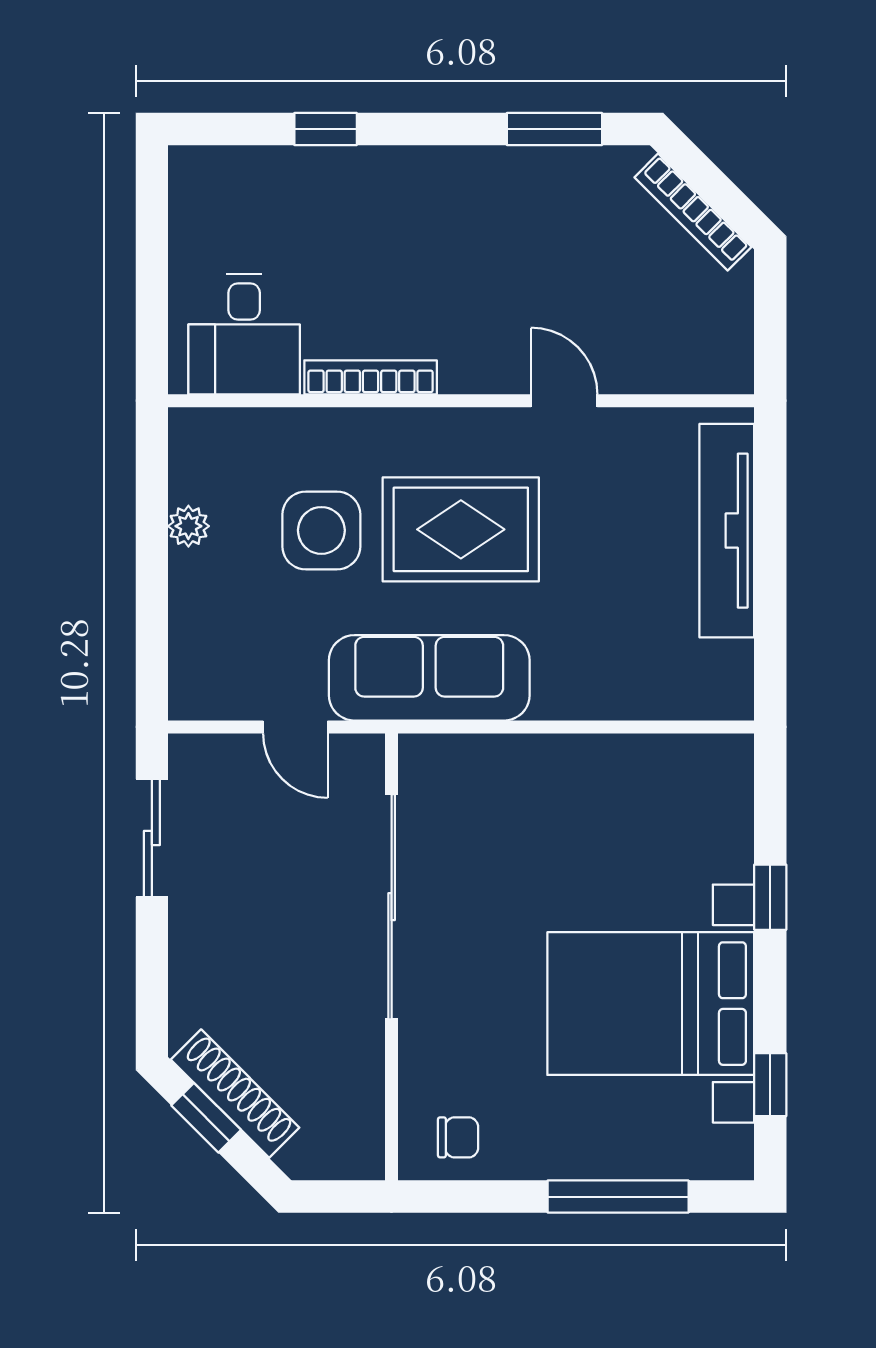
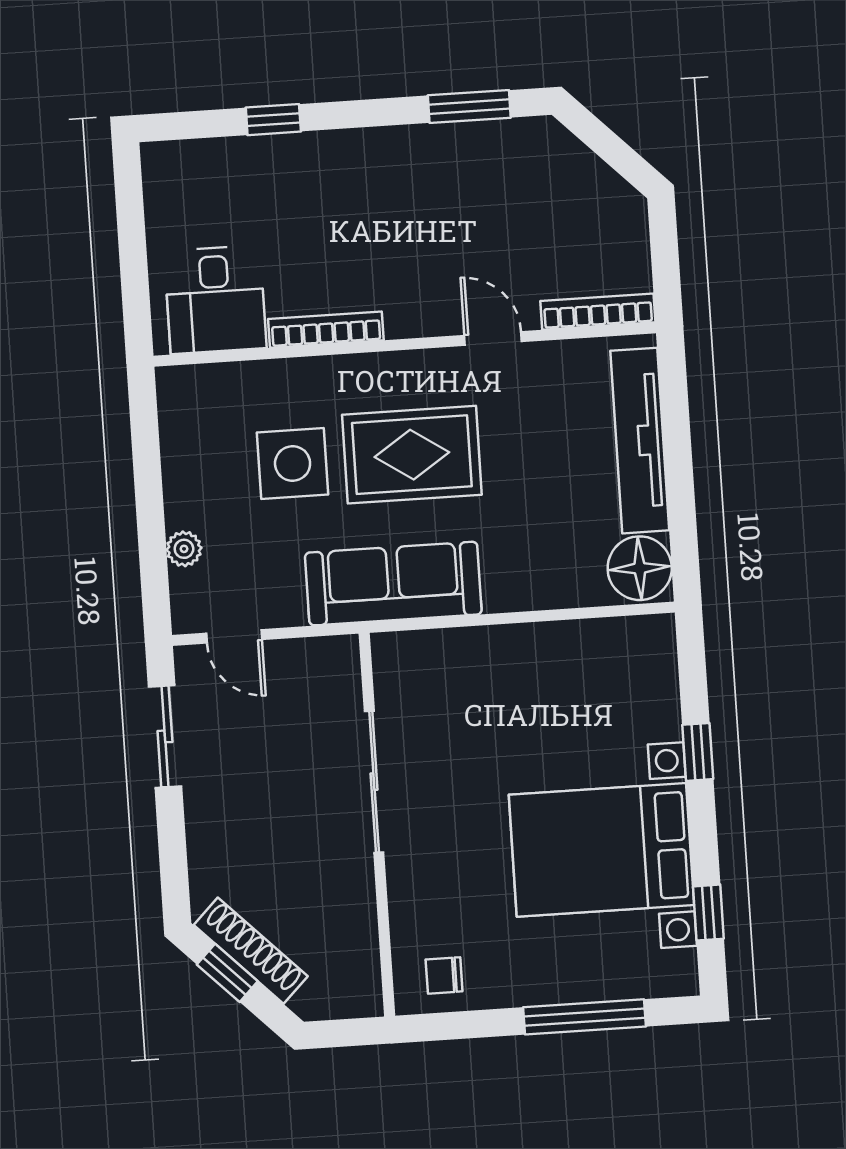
bookcase: (693, 212) -> (598, 312), moved, turned 135
plant: (188, 526) -> (184, 549), moved
floor lamp: (717, 679) -> (640, 568), added
door: (295, 727) -> (234, 636), moved
sliding door: (392, 907) -> (374, 782), width x0.73
chair: (458, 1137) -> (444, 975), turned 180

